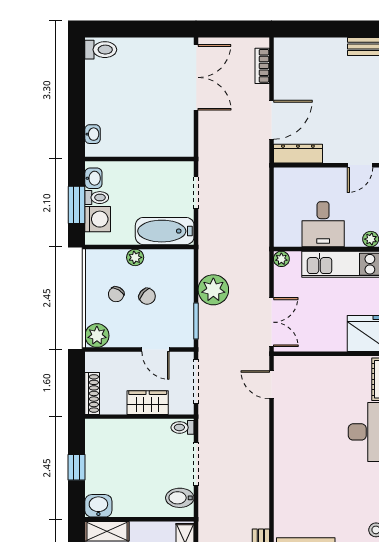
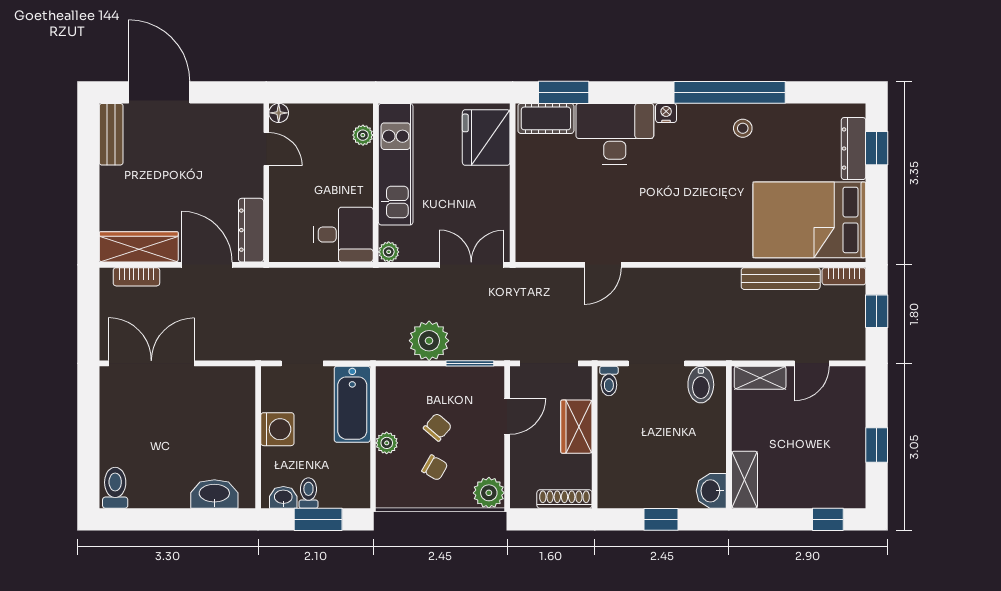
wardrobe: (285, 68) -> (139, 247), added
washbasin: (93, 134) -> (214, 494), width x1.91, depth x1.45
washing machine: (98, 219) -> (277, 429), moved, turned 90
desk: (323, 224) -> (343, 235), moved
door: (271, 385) -> (603, 265), moved

